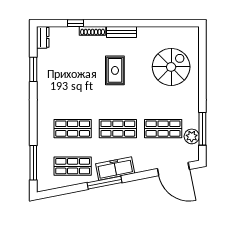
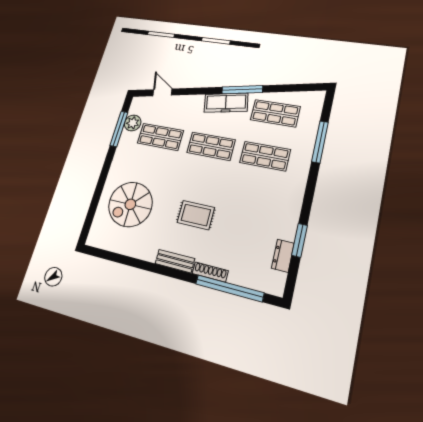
window: (75, 23) -> (229, 288), width x3.17
dresser: (43, 37) -> (283, 256), moved
rug: (115, 70) -> (196, 215), turned 90
window: (33, 163) -> (320, 142), moved
door: (173, 169) -> (162, 92), width x0.53

